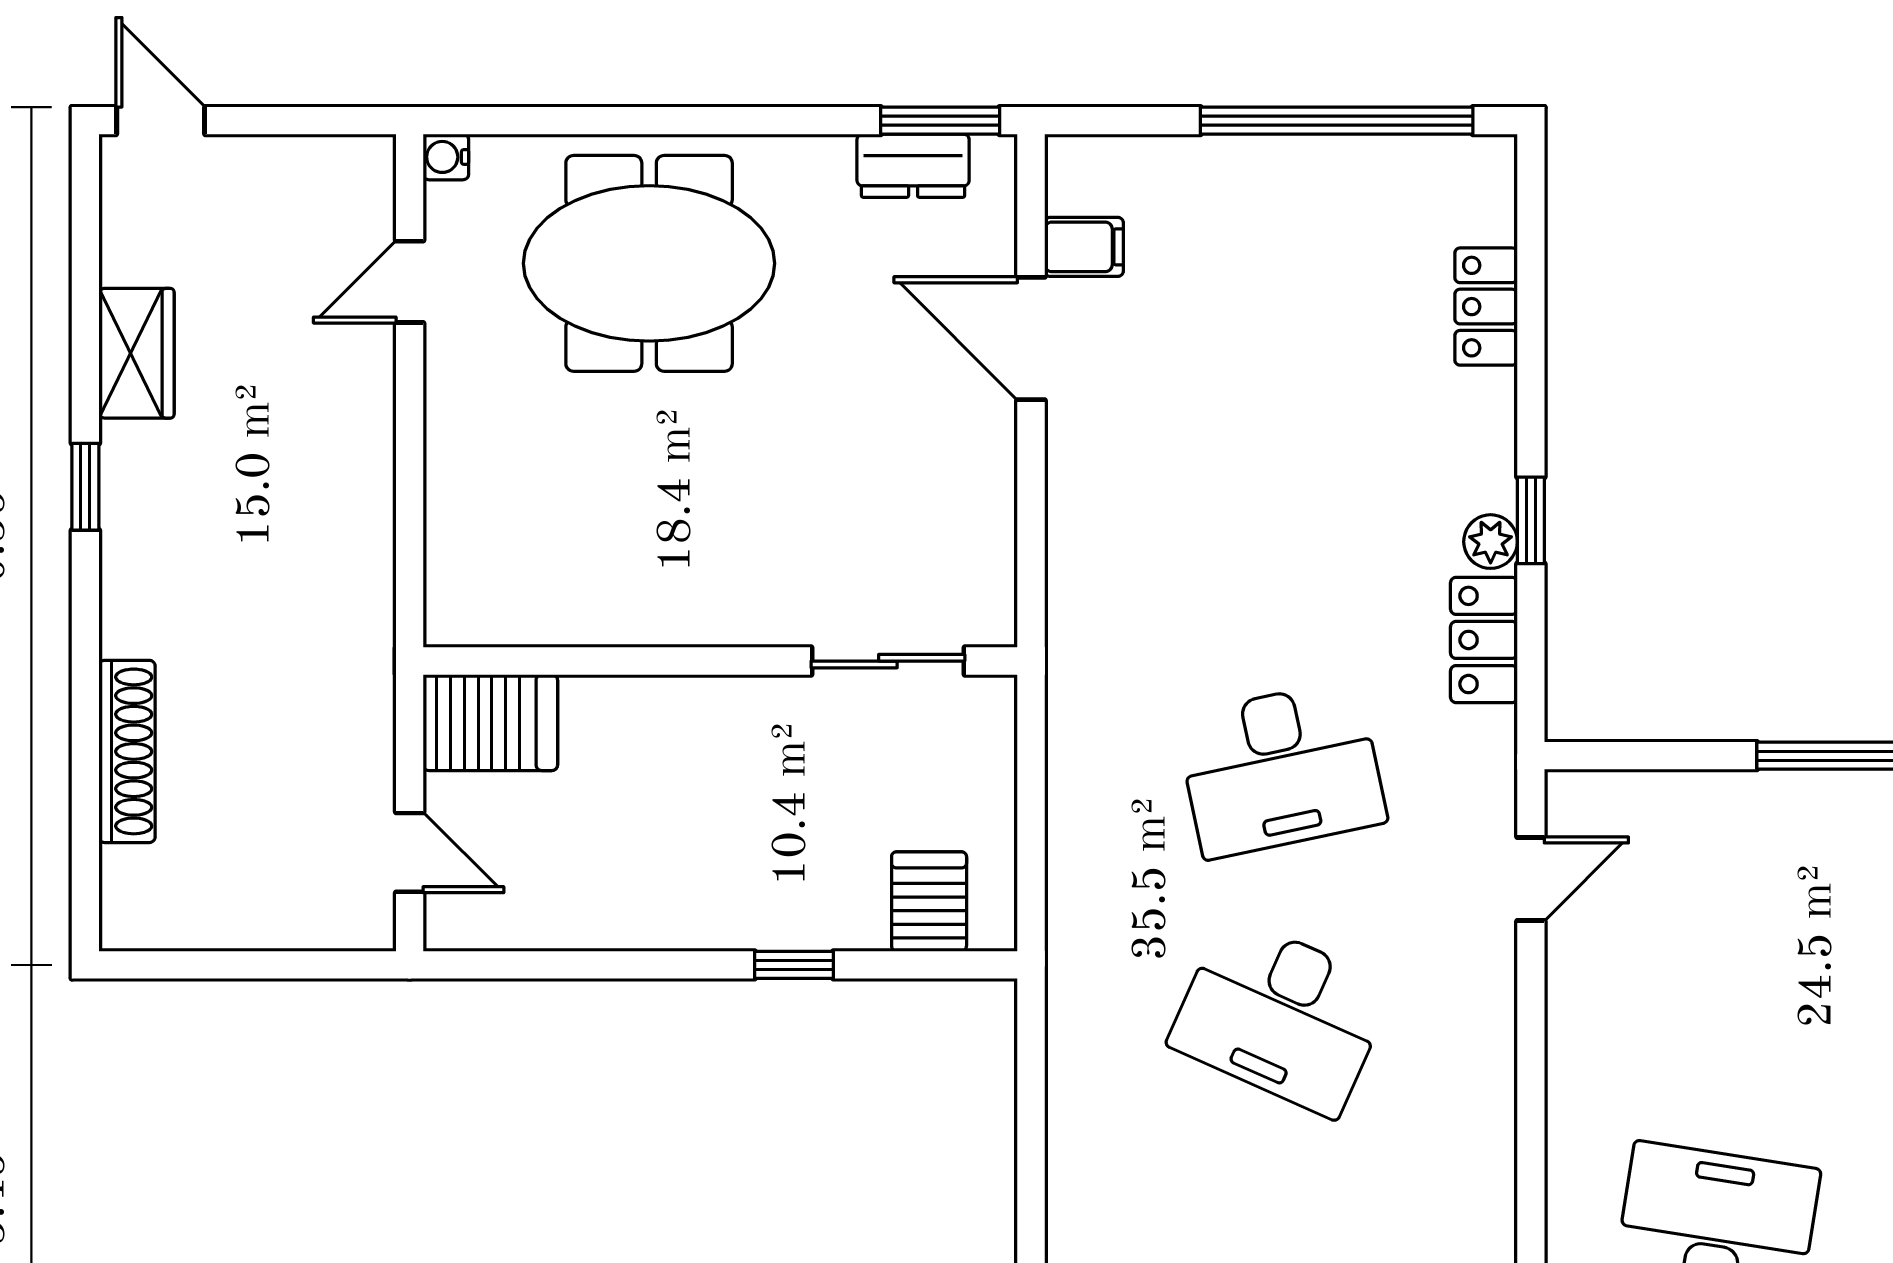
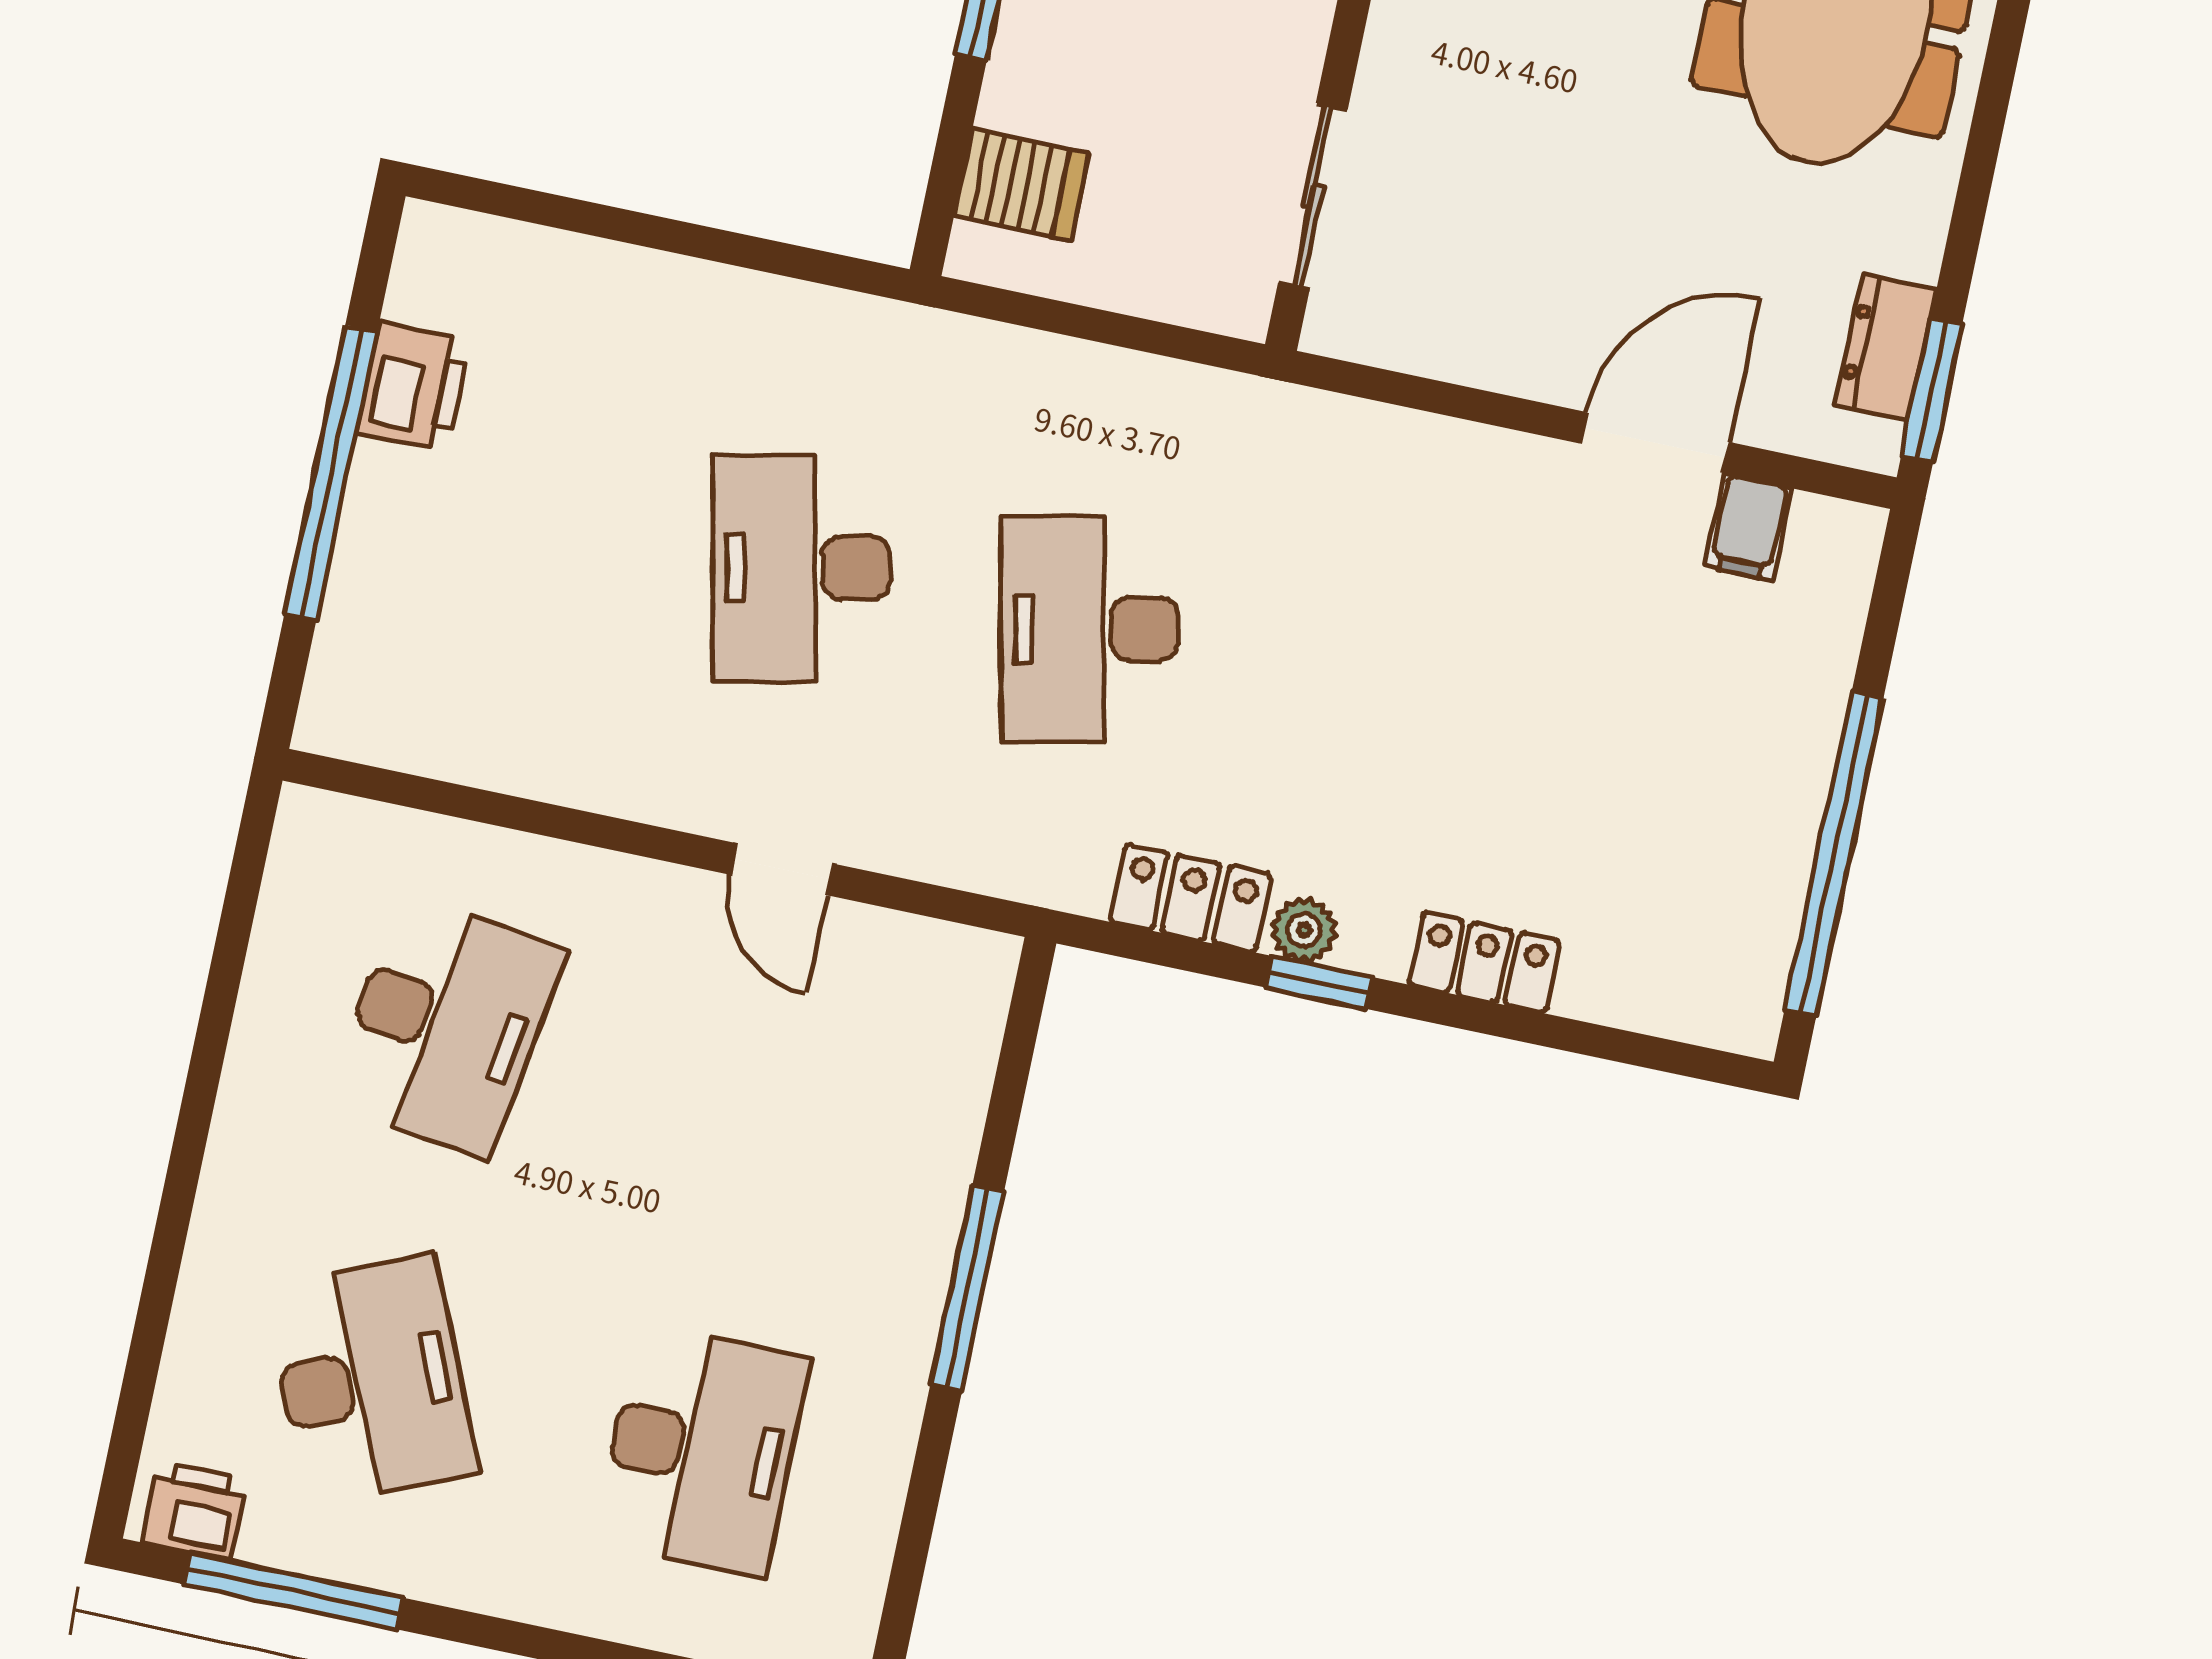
locker: (1486, 307) -> (1484, 963), moved
door: (1531, 879) -> (782, 869), moved
desk: (1281, 1016) -> (801, 568), turned -36

